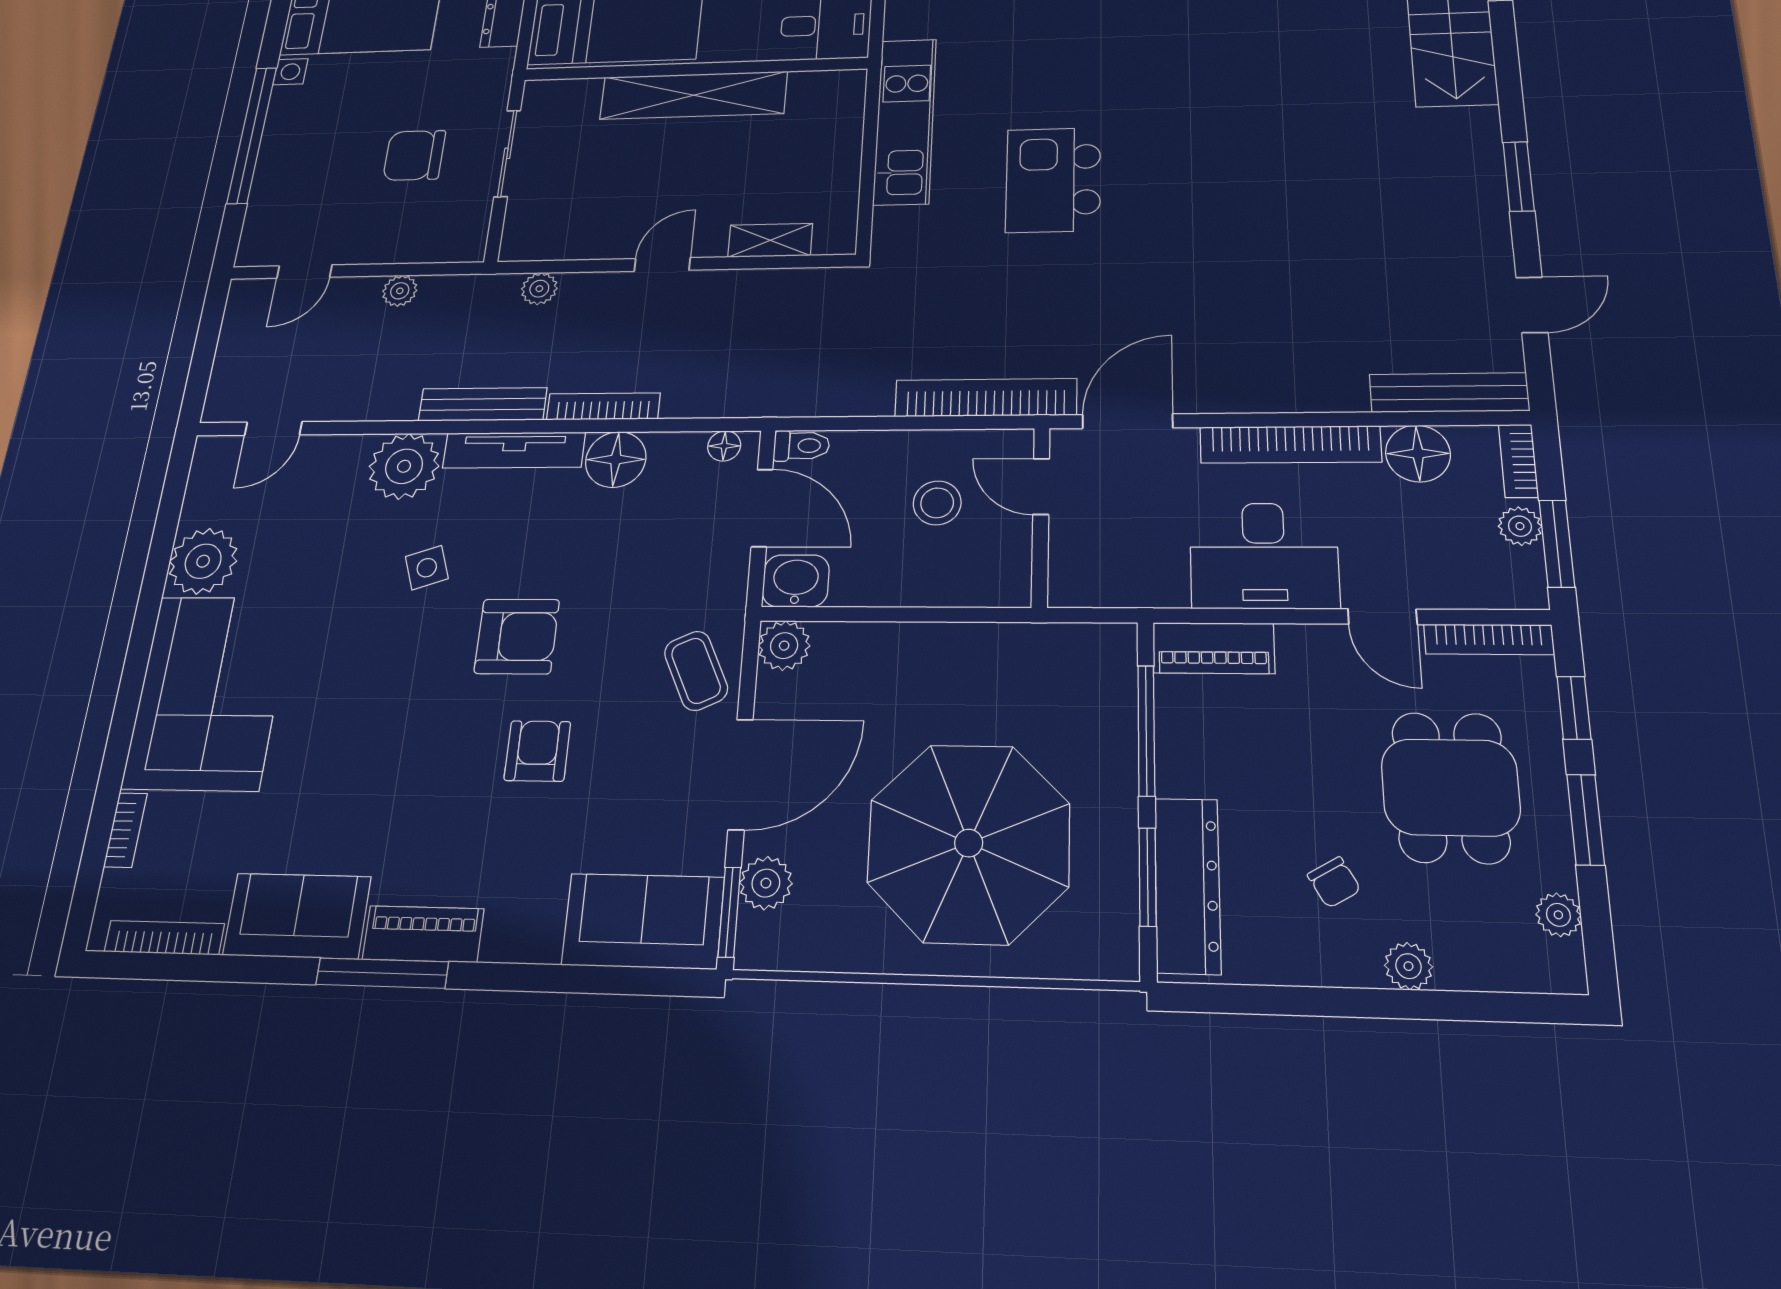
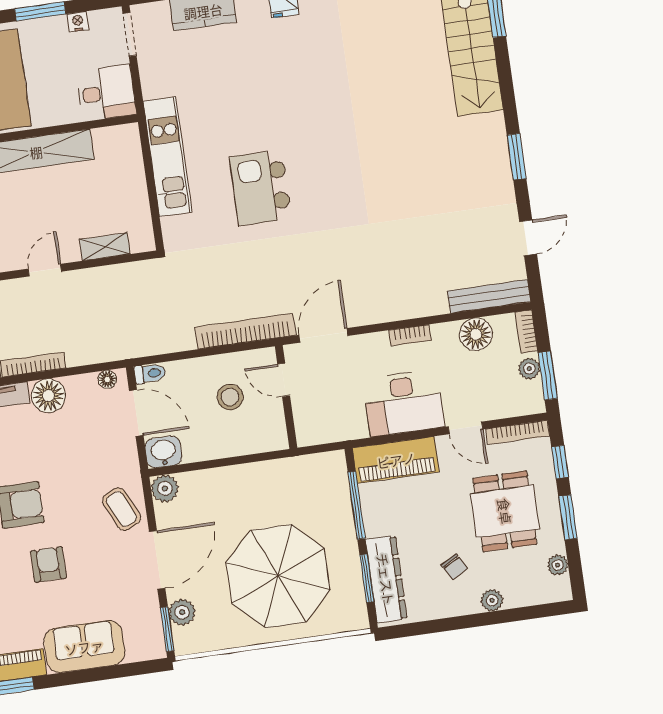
bookcase: (1290, 444) -> (410, 335), width x0.43, depth x0.76
piano: (1213, 648) -> (396, 460), width x1.37, depth x1.33
sofa: (643, 921) -> (84, 647), moved

